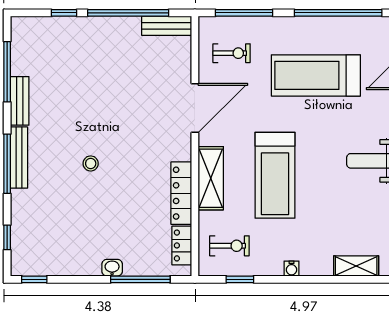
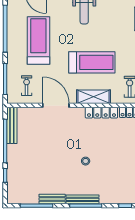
bench: (167, 26) -> (12, 125), width x1.36
treadmill: (316, 75) -> (38, 41), turned 180

